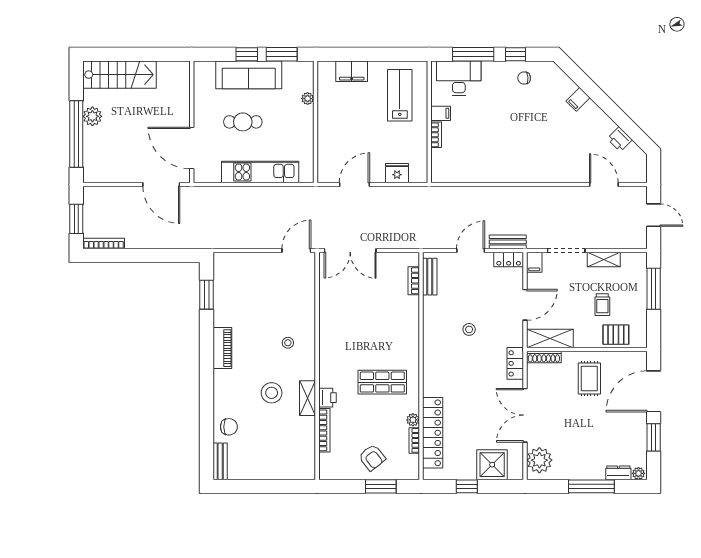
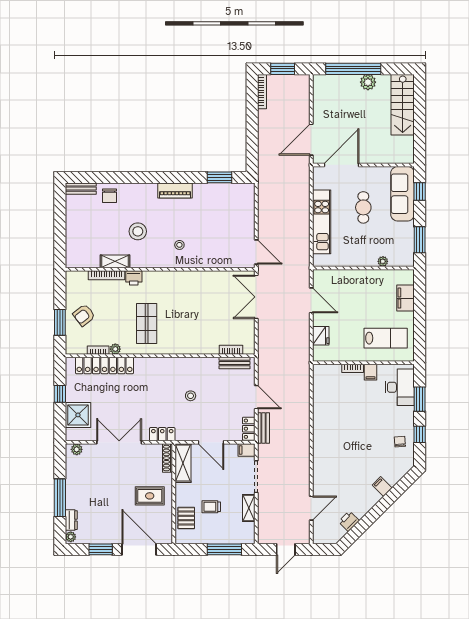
window: (247, 54) -> (420, 192), moved
window: (473, 54) -> (420, 399), width x0.69
sofa: (249, 75) -> (403, 194), moved
shelving: (308, 398) -> (115, 261), moved
plant: (539, 460) -> (77, 449), width x0.53, depth x0.53

